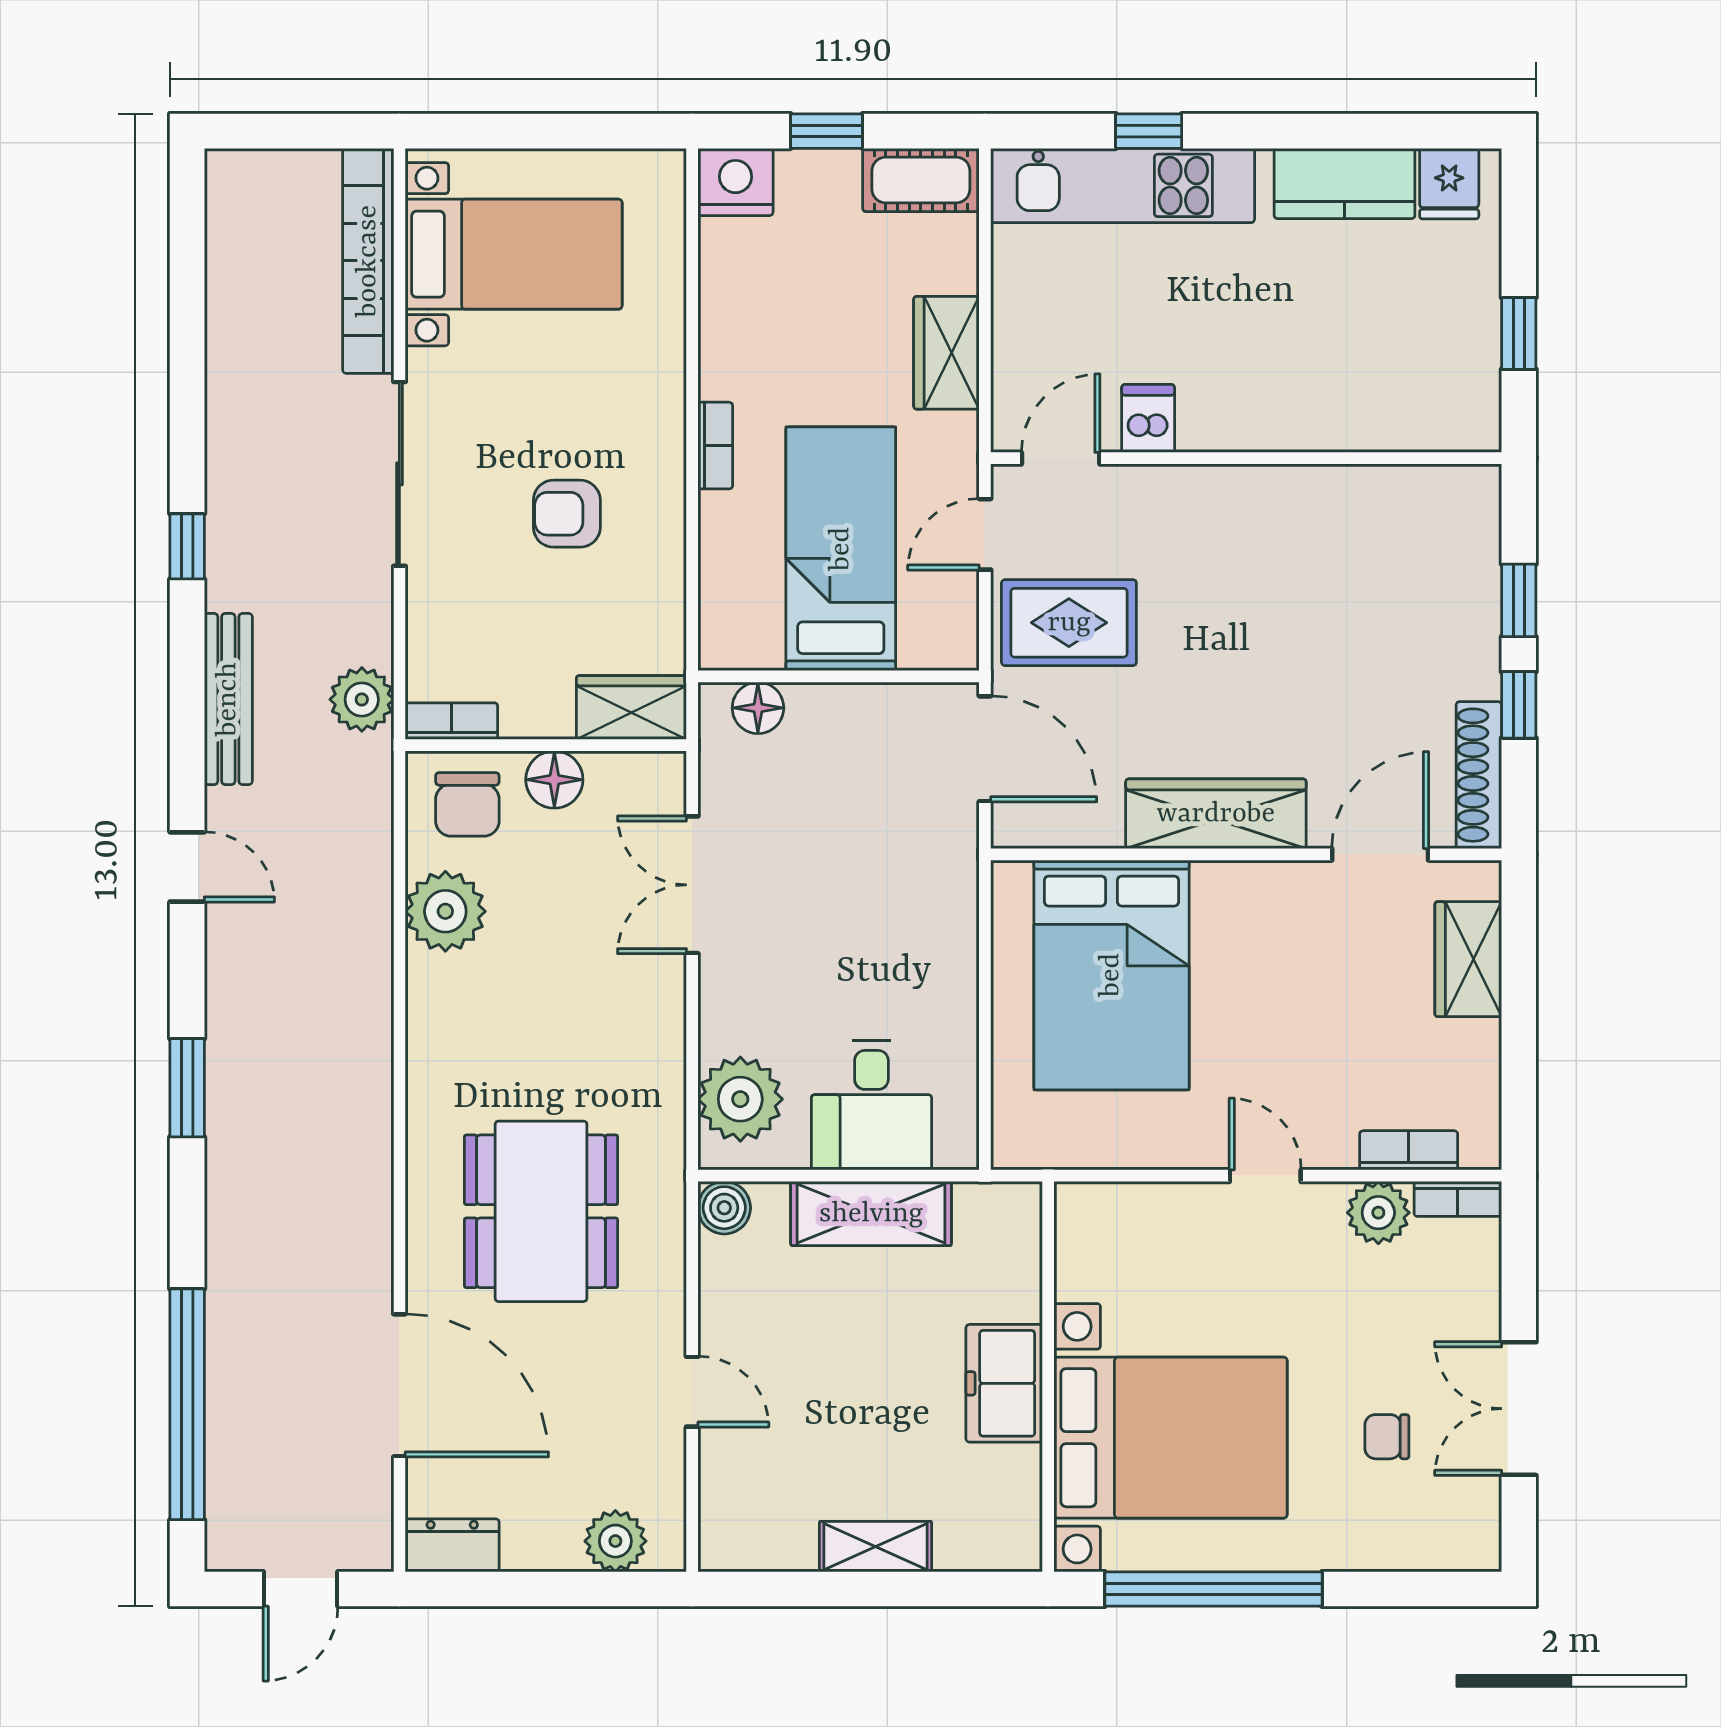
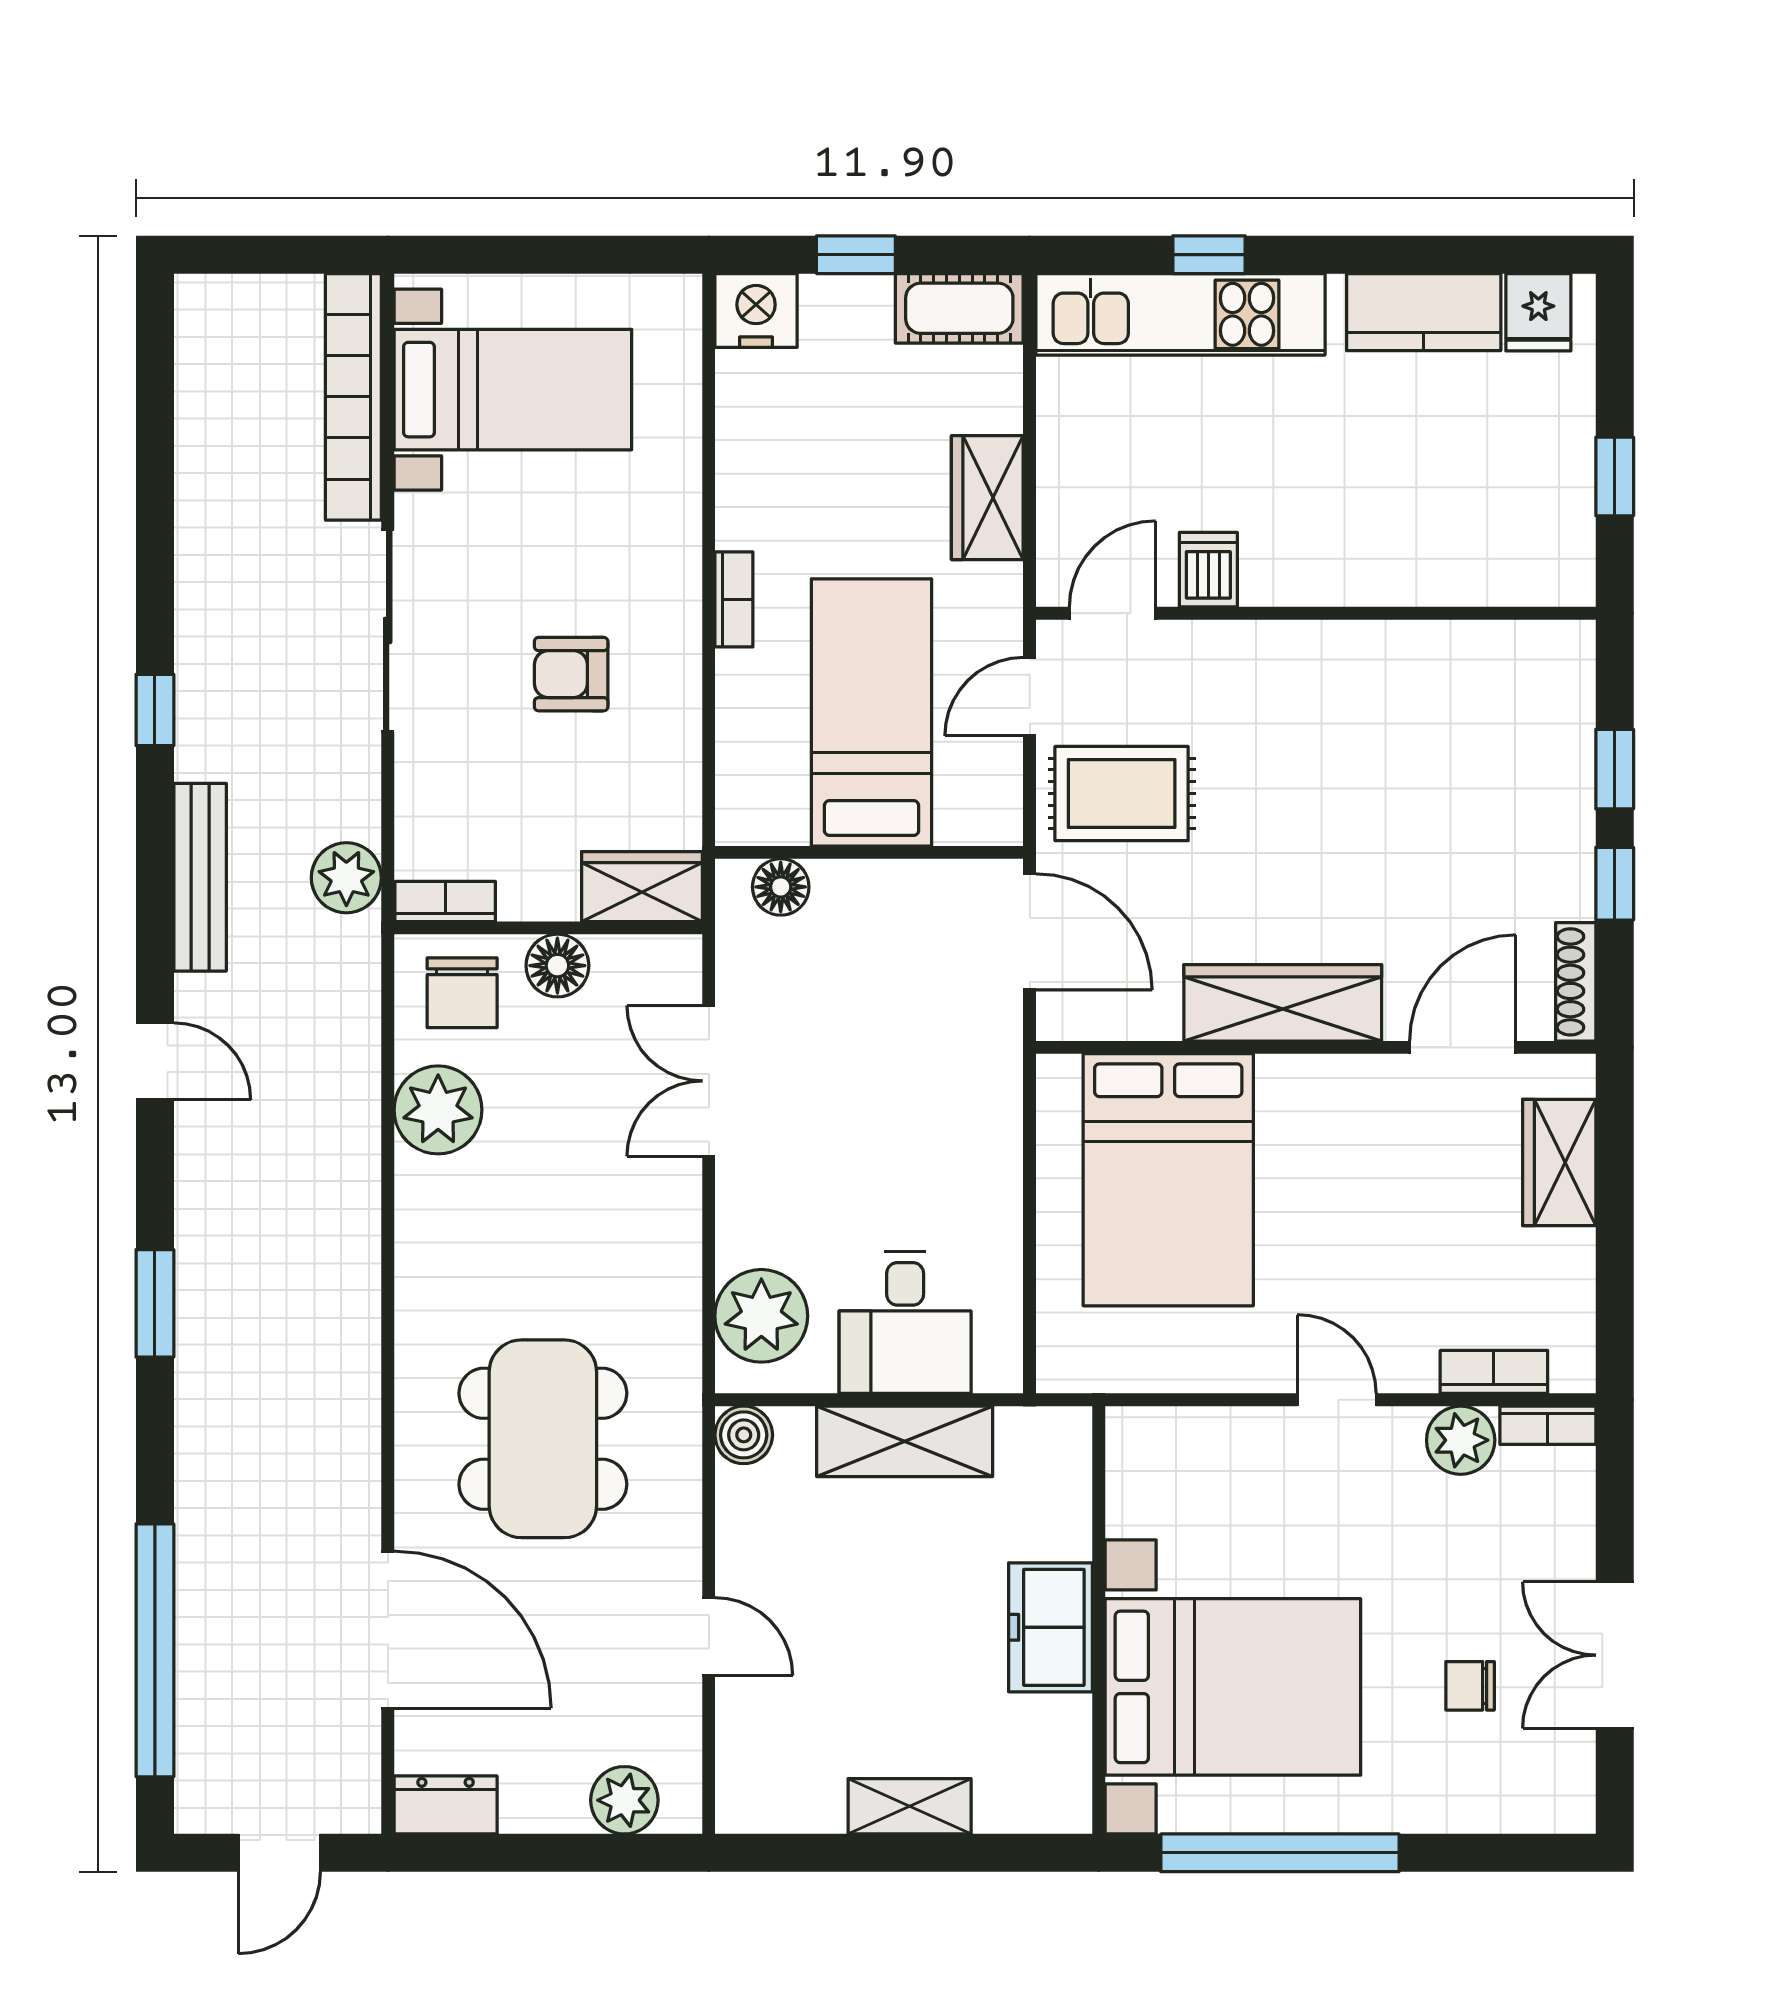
shoe rack: (1479, 775) -> (1576, 982), width x0.74, depth x0.81

